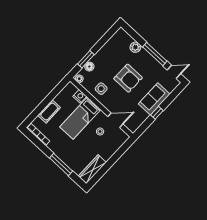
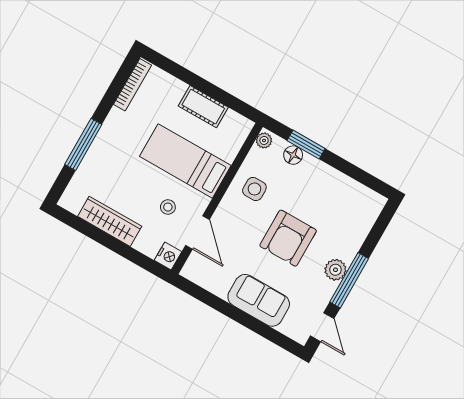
plant: (135, 47) -> (335, 270), moved
nightstand: (80, 96) -> (168, 256), moved
cot: (49, 111) -> (203, 107), moved
window: (157, 113) -> (232, 312), removed
wardrobe: (92, 169) -> (110, 221), moved

